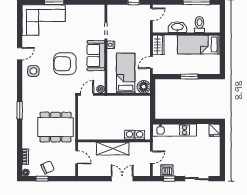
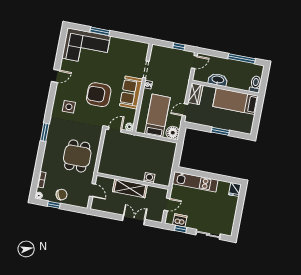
toilet: (199, 24) -> (255, 84), moved
side table: (33, 71) -> (69, 107), moved
dining table: (56, 127) -> (77, 156), width x0.73
washing machine: (140, 135) -> (159, 180), removed

